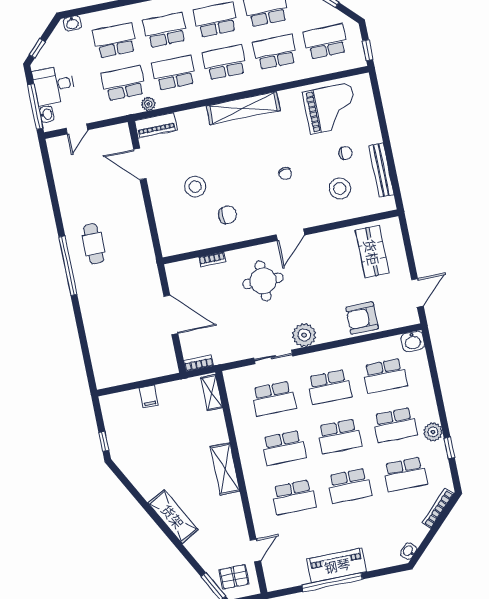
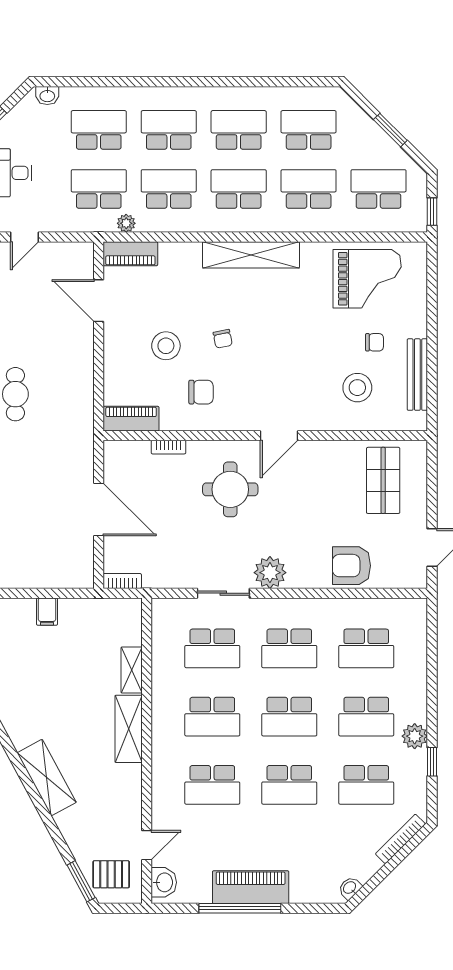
chair: (285, 173) -> (223, 339), moved
piano: (181, 244) -> (131, 419), added
washbasin: (413, 341) -> (164, 882), moved, turned -90
shelving: (212, 393) -> (132, 670), moved

